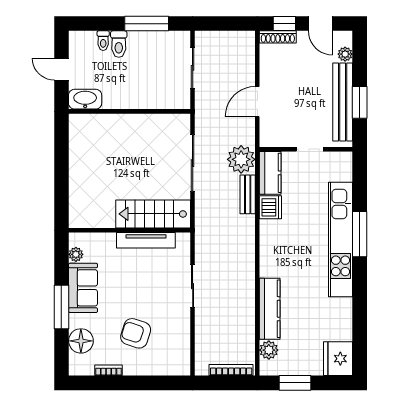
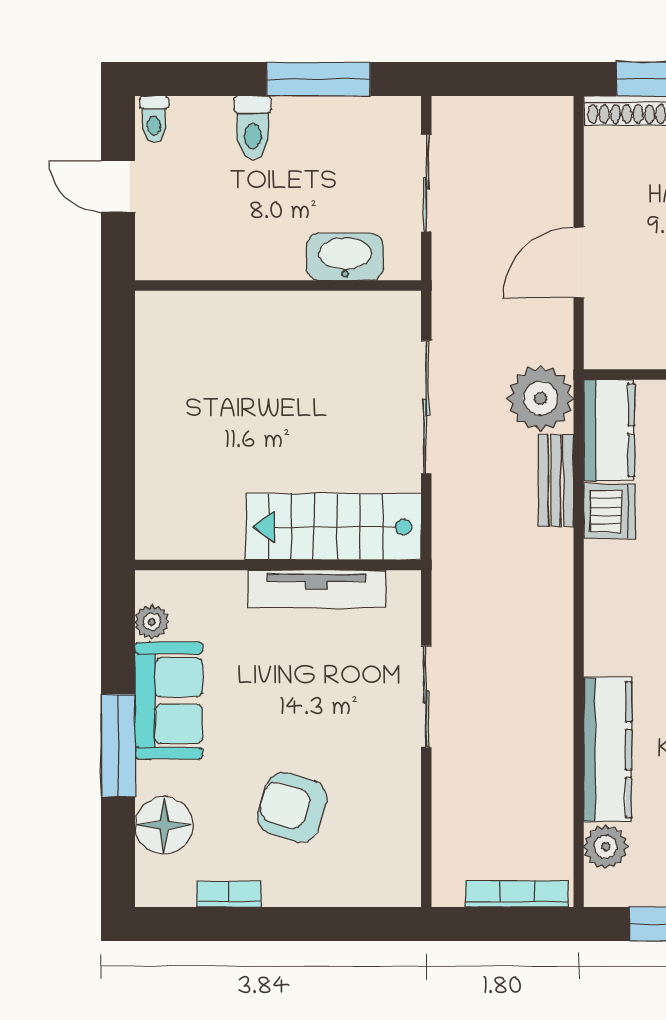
toilet: (103, 41) -> (154, 119), moved
washbasin: (85, 99) -> (345, 257), moved

